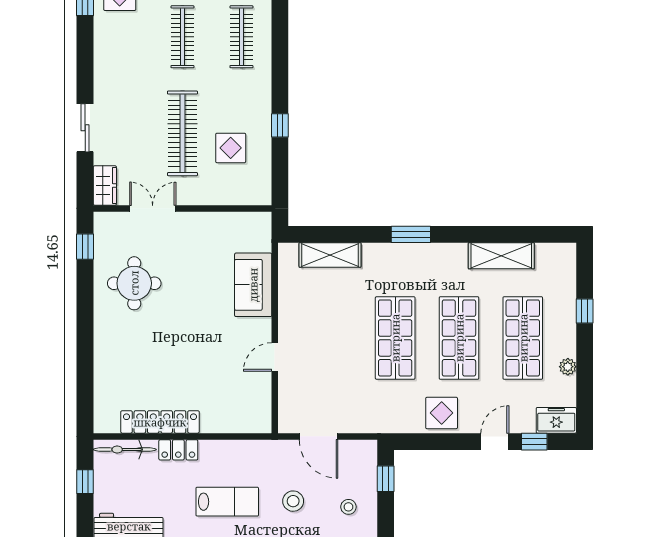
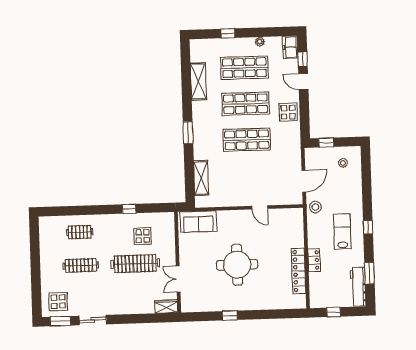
clothes rail: (241, 37) -> (80, 232), width x0.73
sliding door: (85, 128) -> (93, 320), moved
window: (85, 247) -> (230, 316), moved
round table: (134, 283) -> (237, 265), moved, width x1.36, depth x1.36
sofa: (253, 285) -> (198, 222), moved
bicycle: (125, 449) -> (315, 290), removed
stool: (293, 501) -> (315, 207), moved

